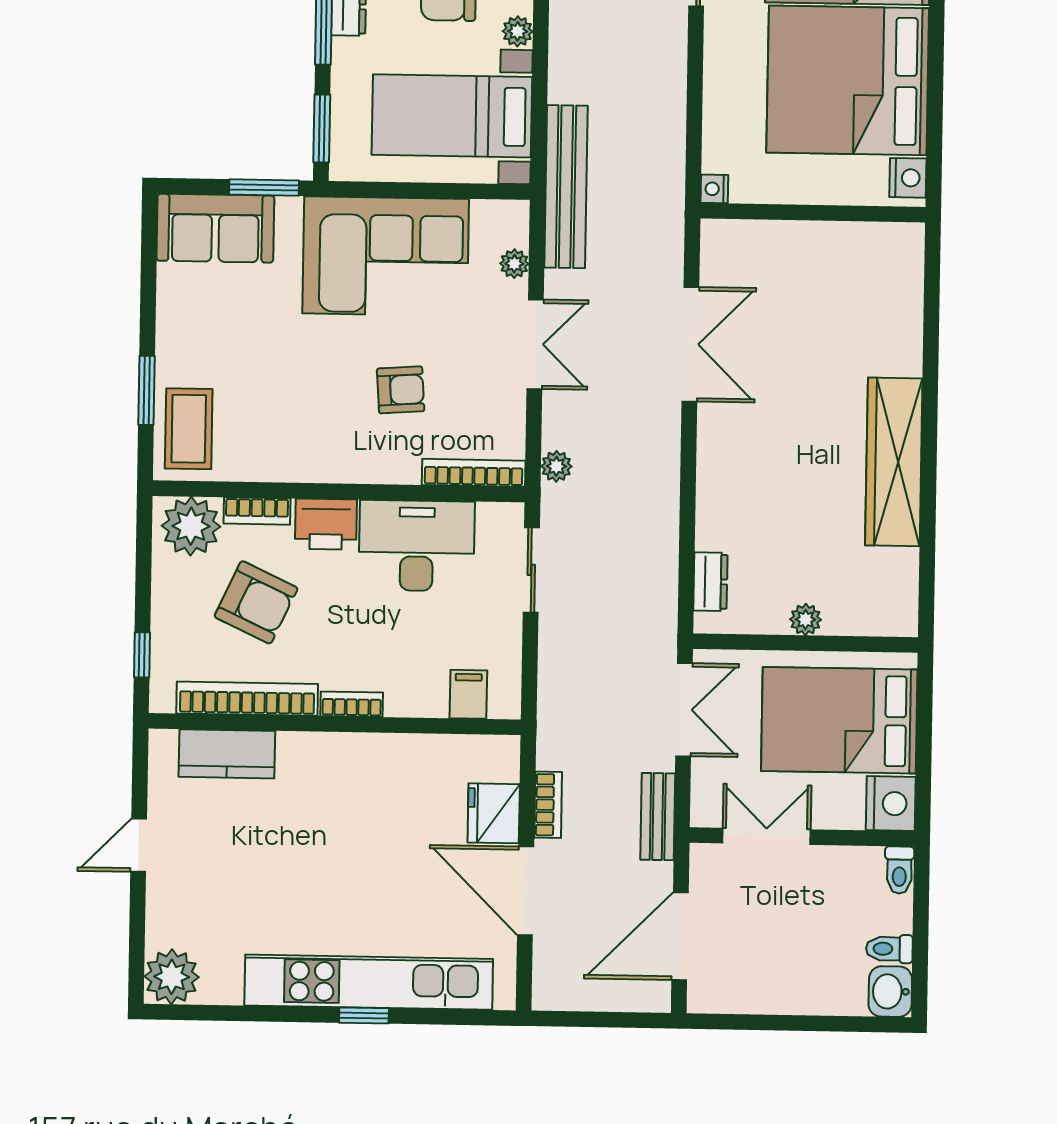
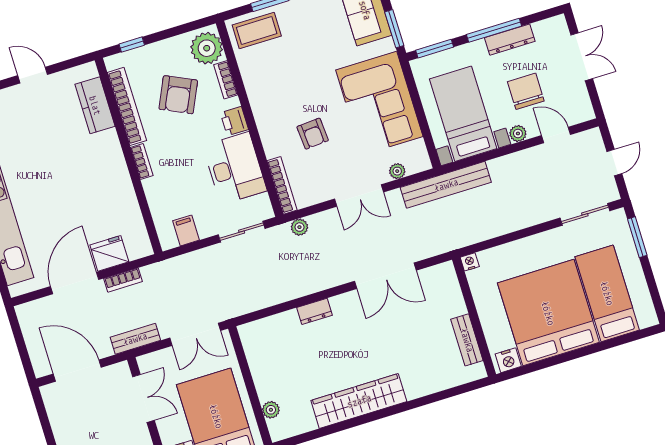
bench: (849, 238) -> (467, 340), added
printer: (326, 524) -> (234, 121), width x0.73, depth x0.81
dresser: (710, 582) -> (314, 311), moved
plant: (806, 619) -> (271, 410), moved
filing cabinet: (468, 694) -> (186, 230), moved, turned -90

